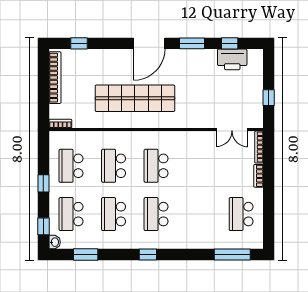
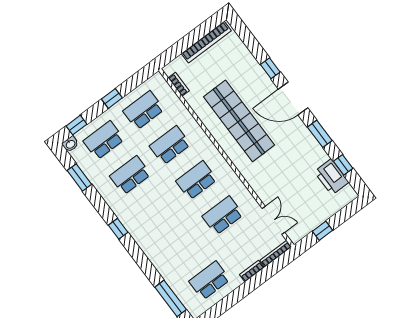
window: (79, 43) -> (270, 68), moved
bookcase: (60, 124) -> (179, 84), moved
double door: (232, 129) -> (273, 220), swing flipped
school desk: (156, 214) -> (223, 215), moved

